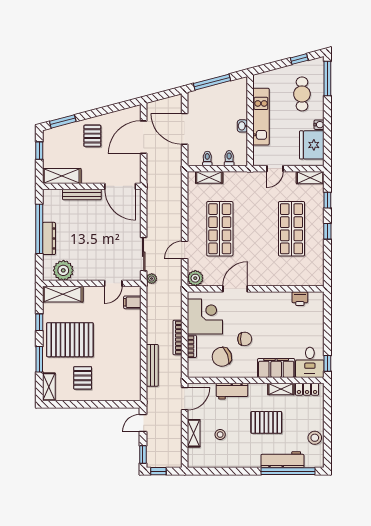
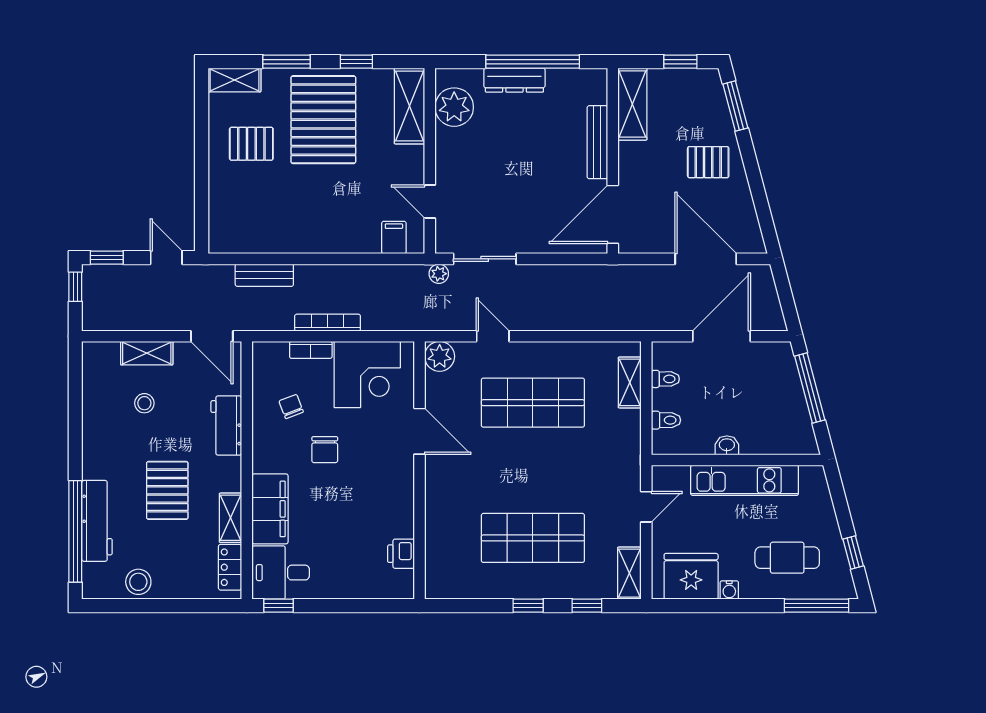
door: (275, 169) -> (646, 507), swing flipped
chair: (222, 357) -> (291, 406), width x0.54, depth x0.54
bench: (152, 365) -> (264, 275), width x0.73

